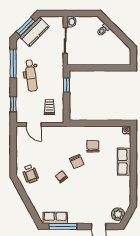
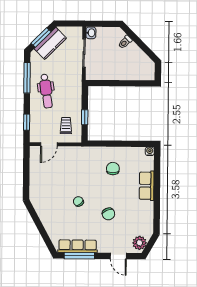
window: (66, 85) -> (85, 117), moved
door: (34, 124) -> (49, 144), hinge flipped
chair: (77, 161) -> (108, 214), moved
wheelchair: (30, 174) -> (45, 198), removed
row of seats: (55, 218) -> (78, 246), width x1.48

